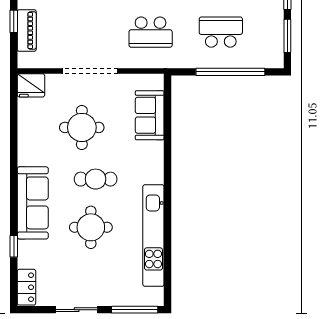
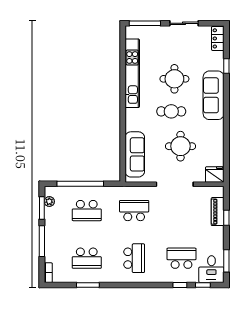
plant: (276, 45) -> (49, 202), added
sofa: (150, 115) -> (135, 154), width x1.36

